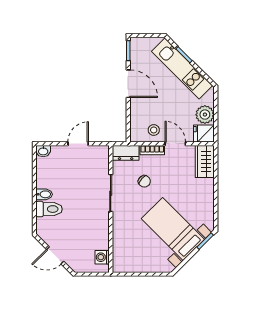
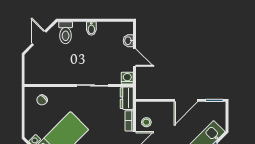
washbasin: (43, 151) -> (128, 41), moved
chair: (144, 181) -> (42, 100), moved
toilet: (49, 209) -> (66, 33), moved
washing machine: (102, 257) -> (127, 78), moved

